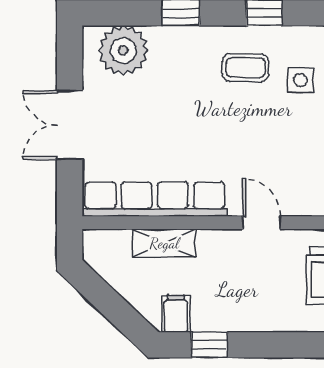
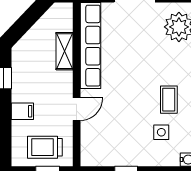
filing cabinet: (176, 314) -> (22, 111), moved

